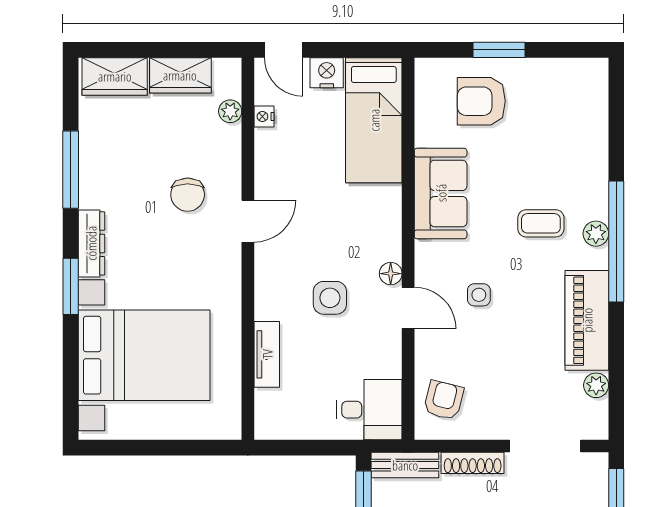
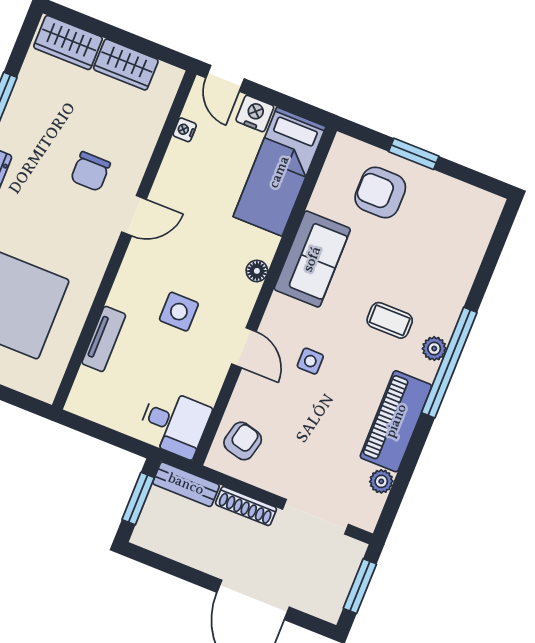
plant: (230, 111) -> (157, 113), removed
floor lamp: (391, 274) -> (257, 271), moved

